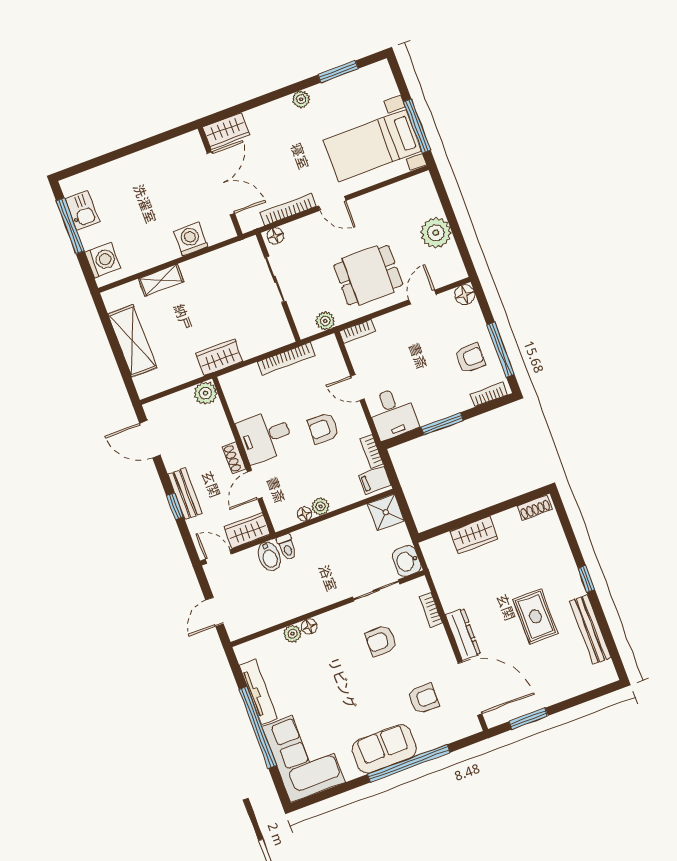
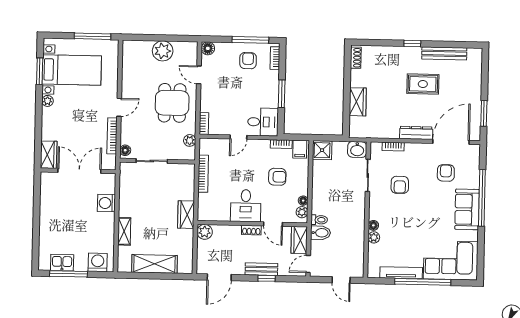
bed with nightstands: (372, 146) -> (72, 70), moved, turned -90
armchair: (323, 428) -> (277, 177), moved, turned -90
plant: (321, 506) -> (302, 212), moved

